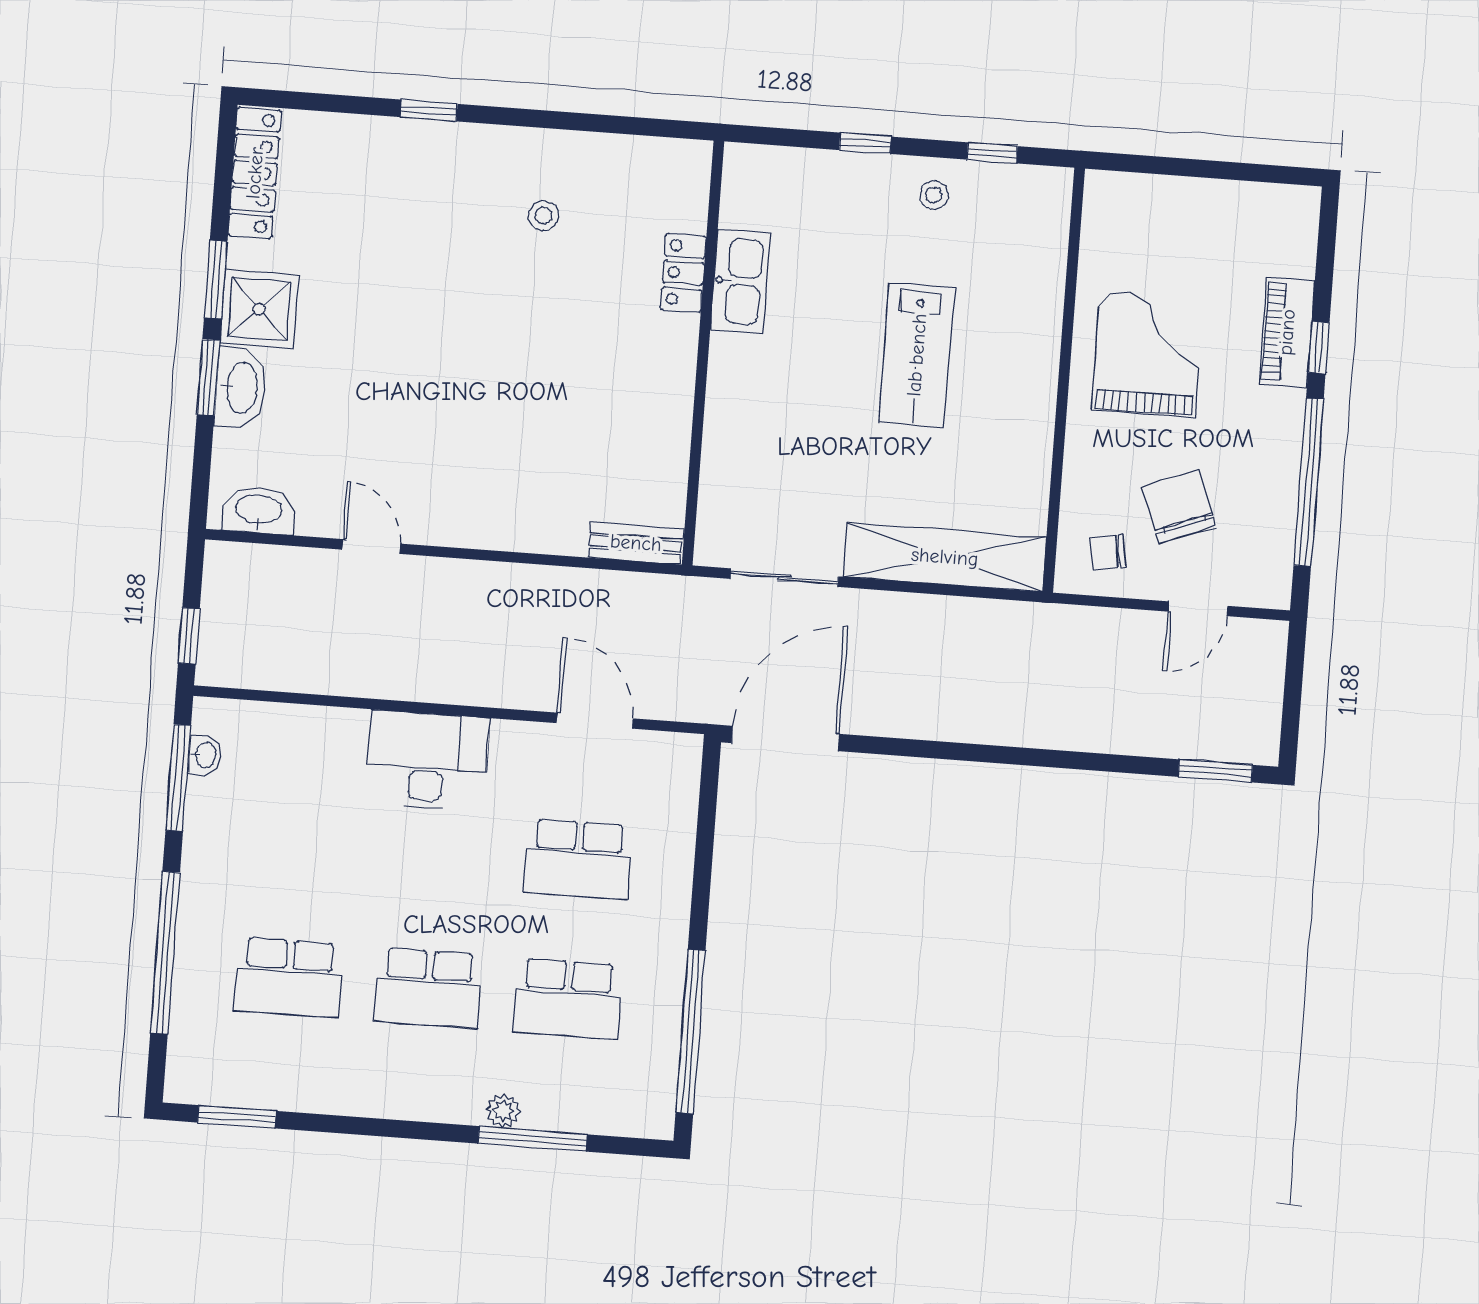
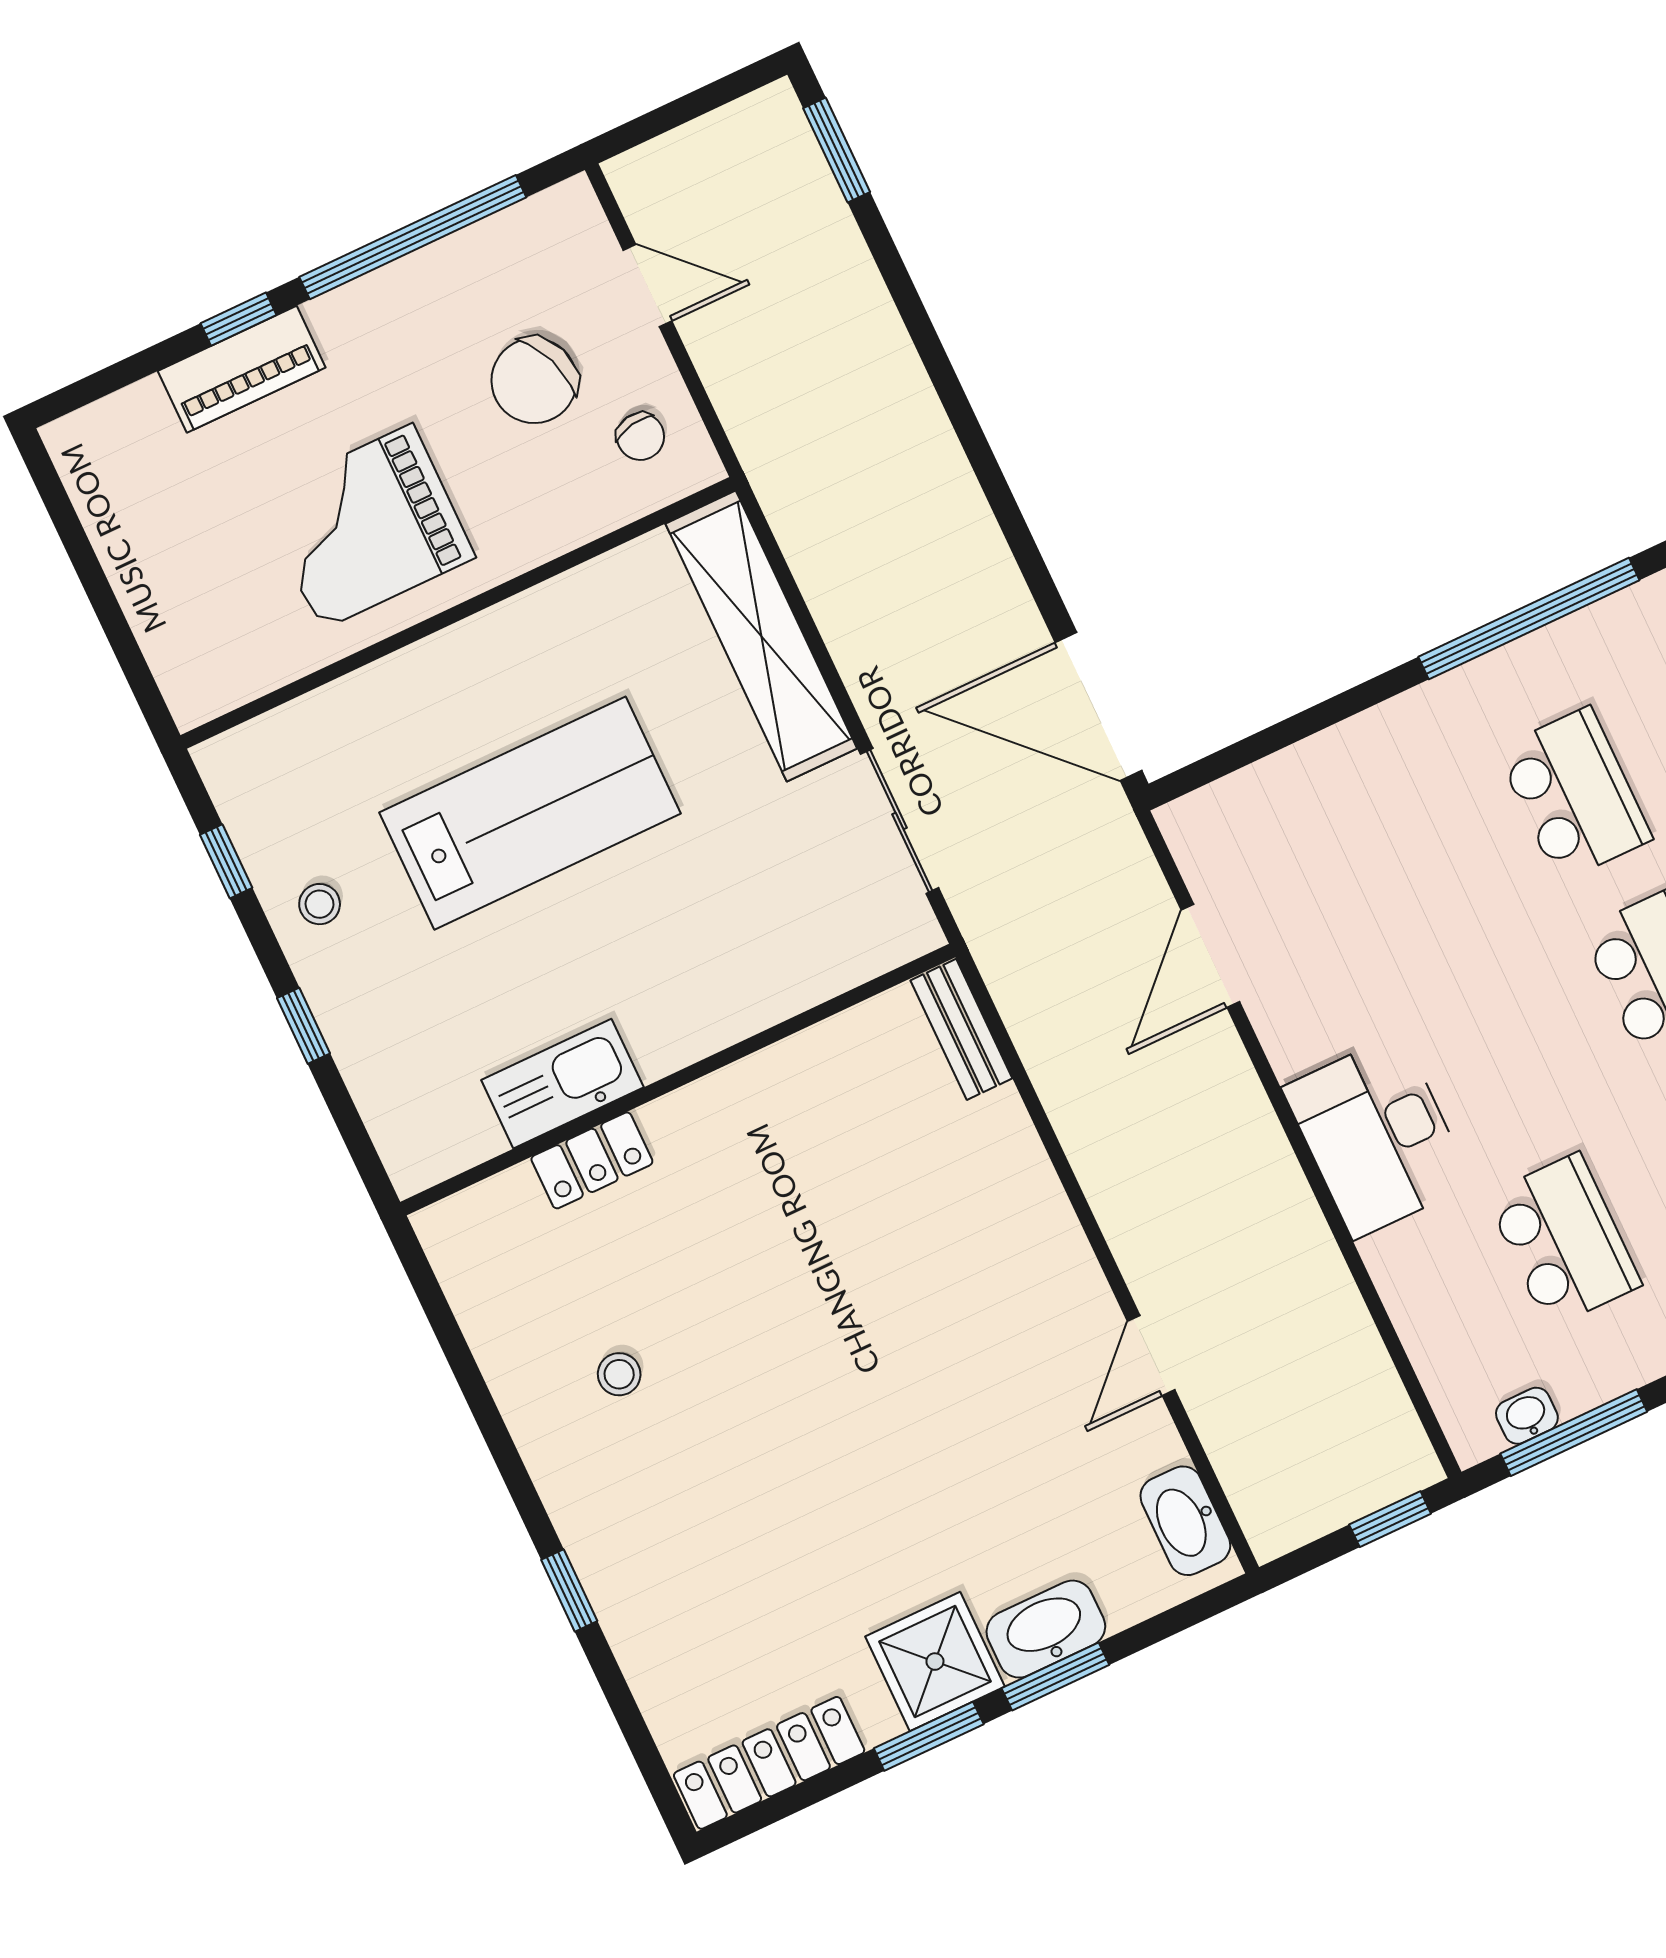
lab bench: (917, 355) -> (530, 813), width x1.36, depth x1.39
school desk: (578, 859) -> (1564, 1240), moved

